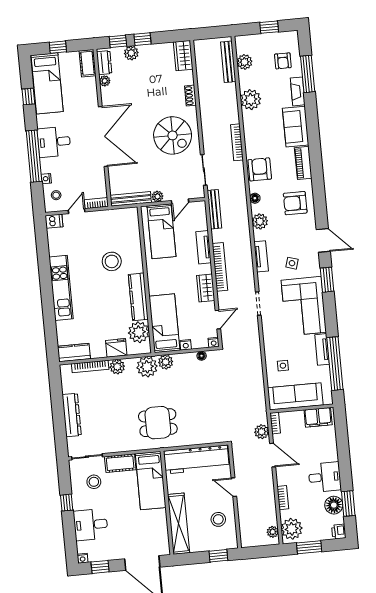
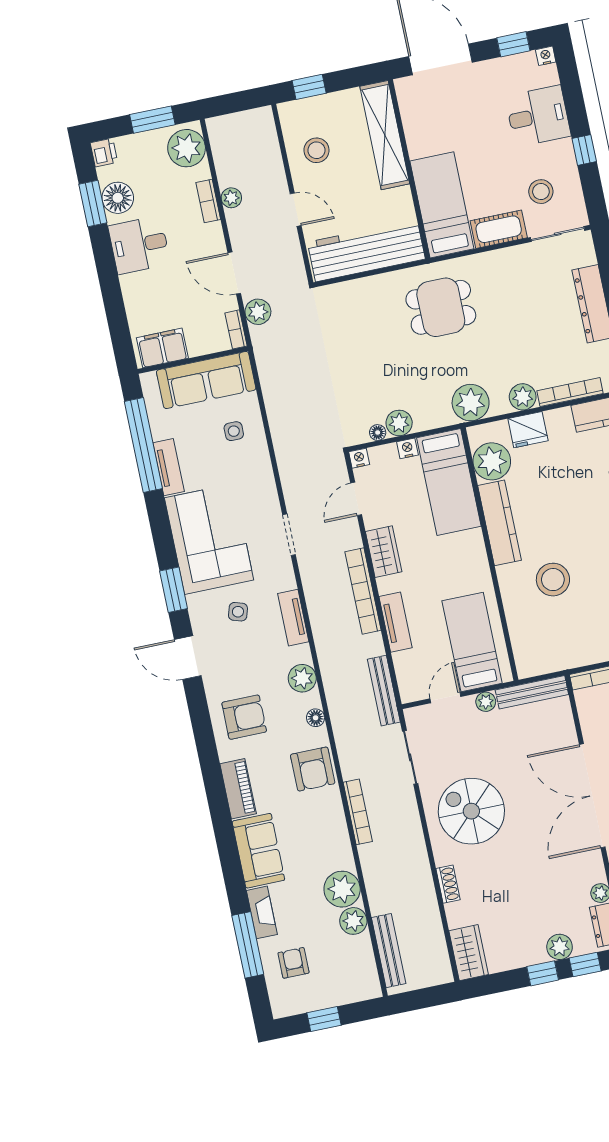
plant: (245, 62) -> (353, 921), moved
plant: (166, 362) -> (399, 423), moved
plant: (273, 532) -> (231, 198), moved

